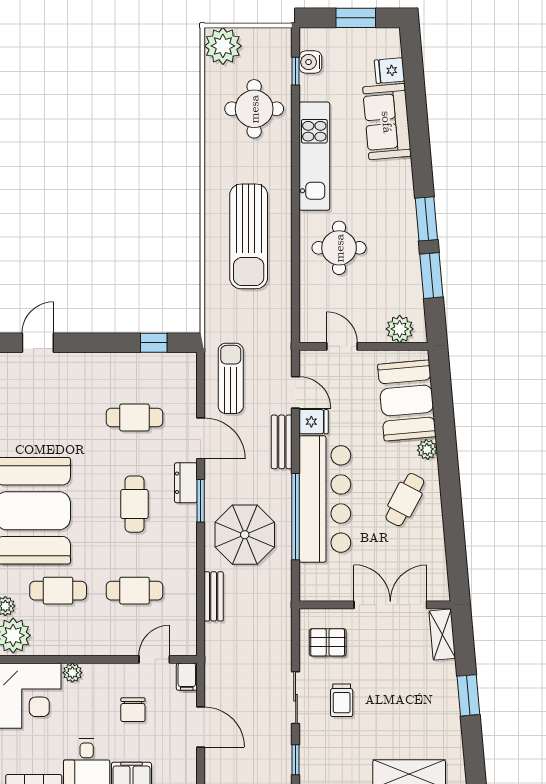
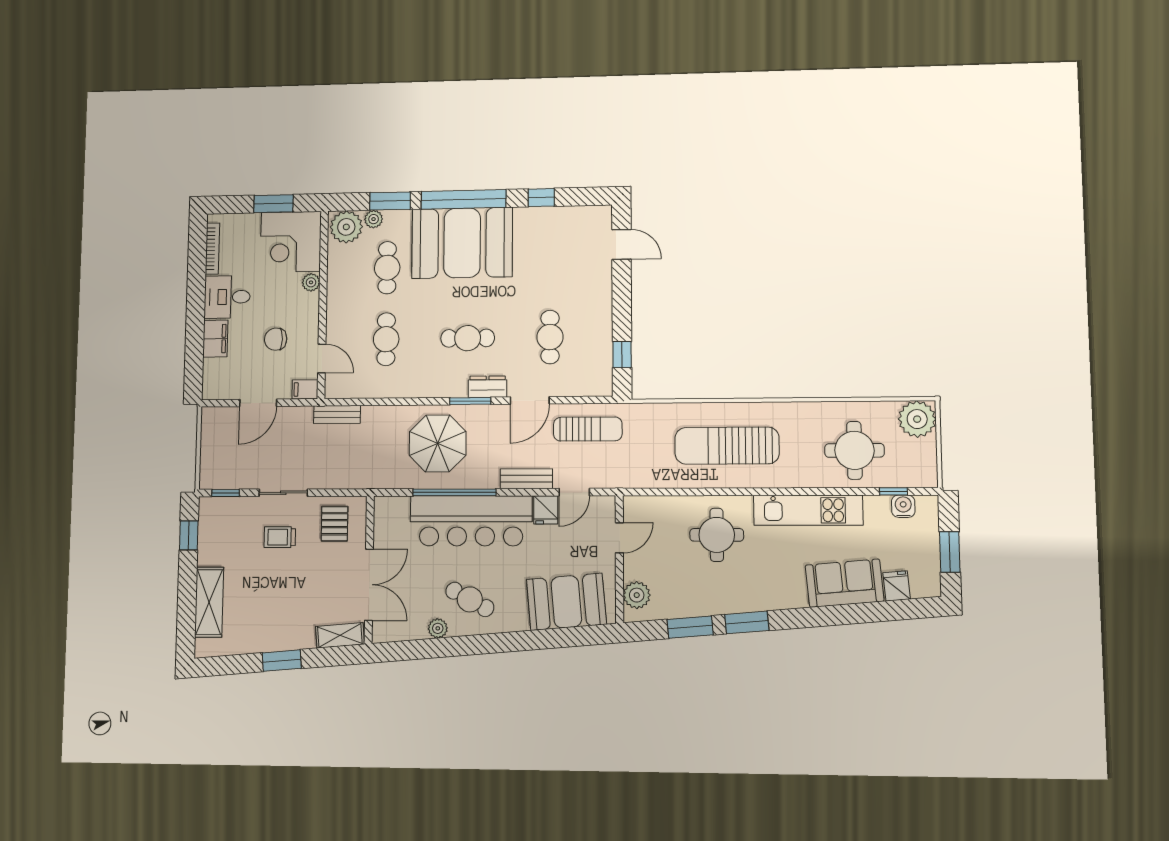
plant: (427, 450) -> (438, 628), moved
bench: (214, 596) -> (337, 414), moved

